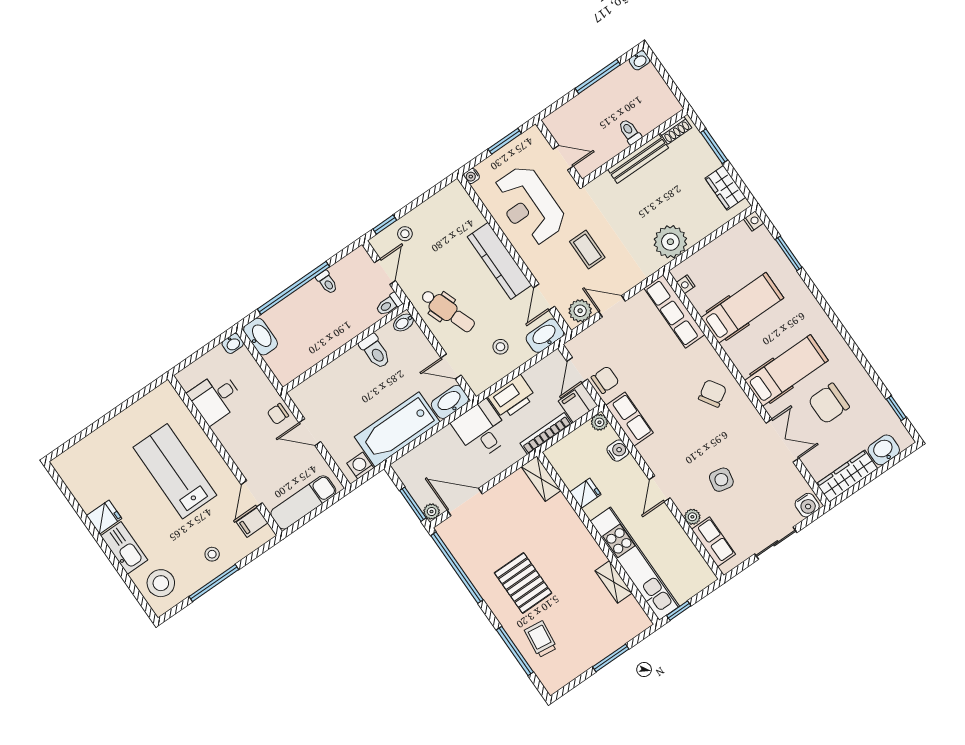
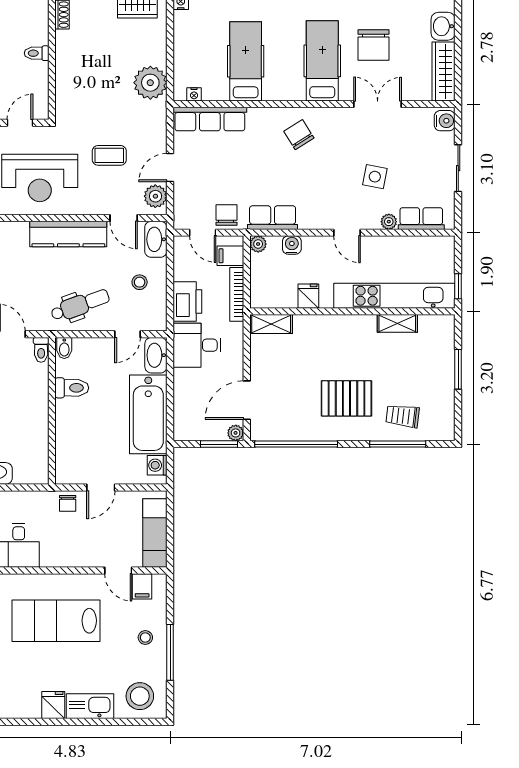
bench: (638, 159) -> (64, 62), removed

